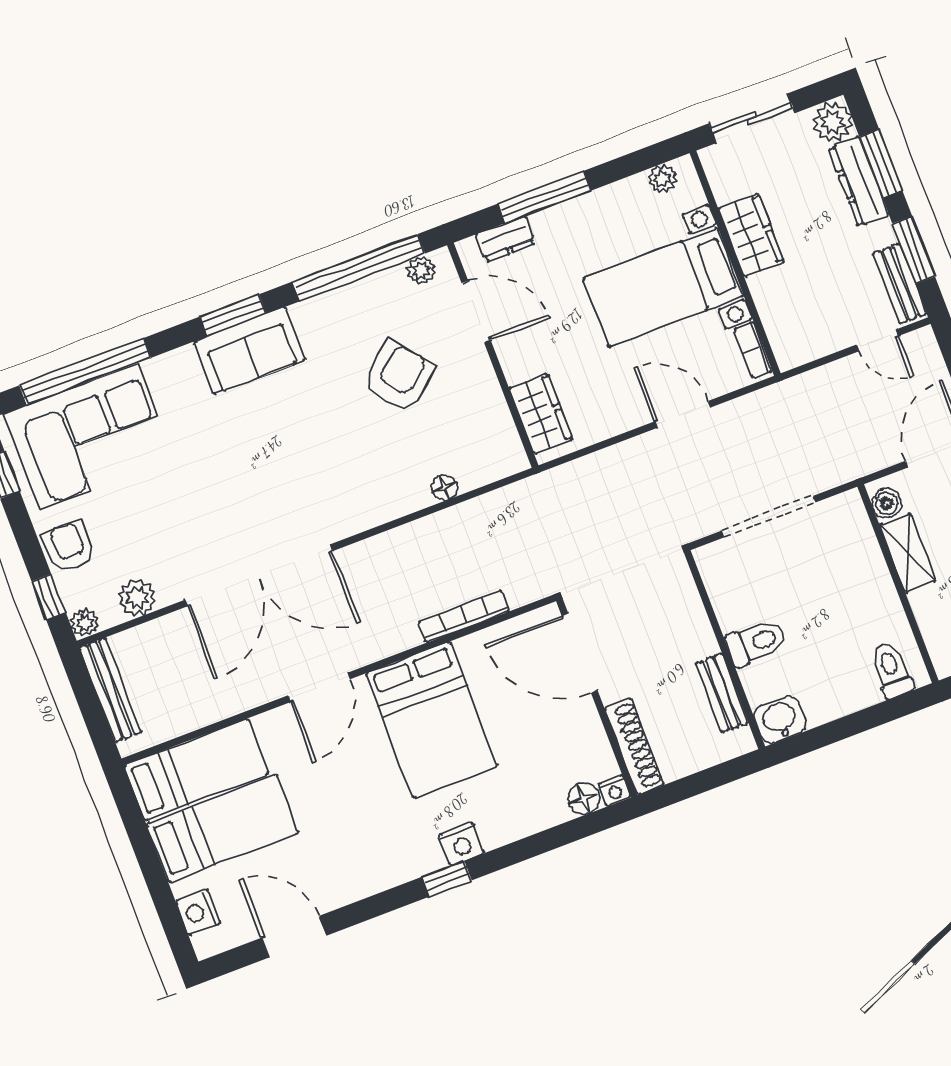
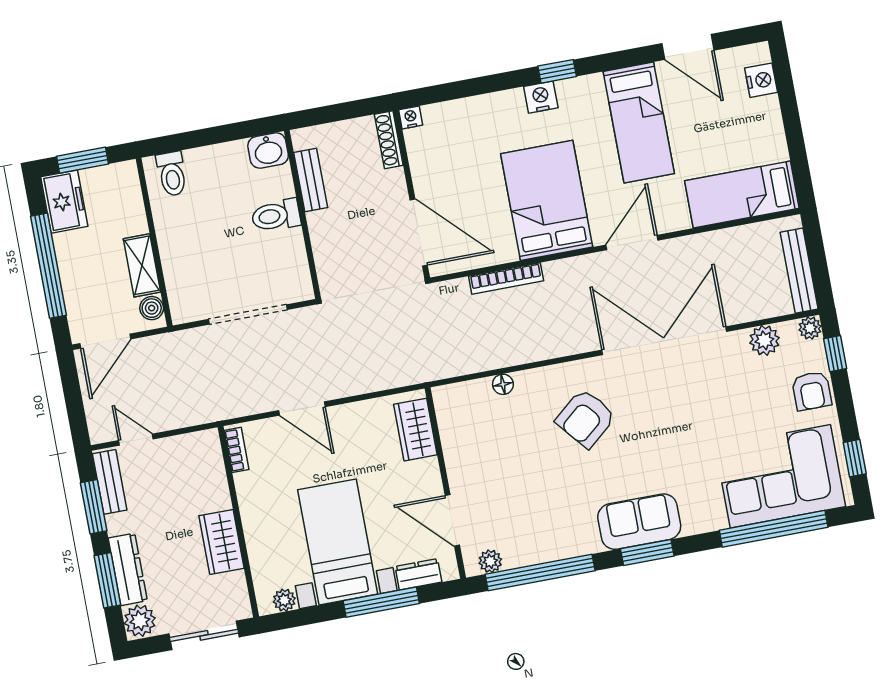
bed with nightstands: (663, 287) -> (338, 542), moved, turned -90
armchair: (399, 377) -> (586, 418), moved
shoe rack: (634, 746) -> (389, 140), width x0.74, depth x0.81
floor lamp: (584, 799) -> (436, 116), removed
bed: (223, 828) -> (639, 122), moved, turned -90

